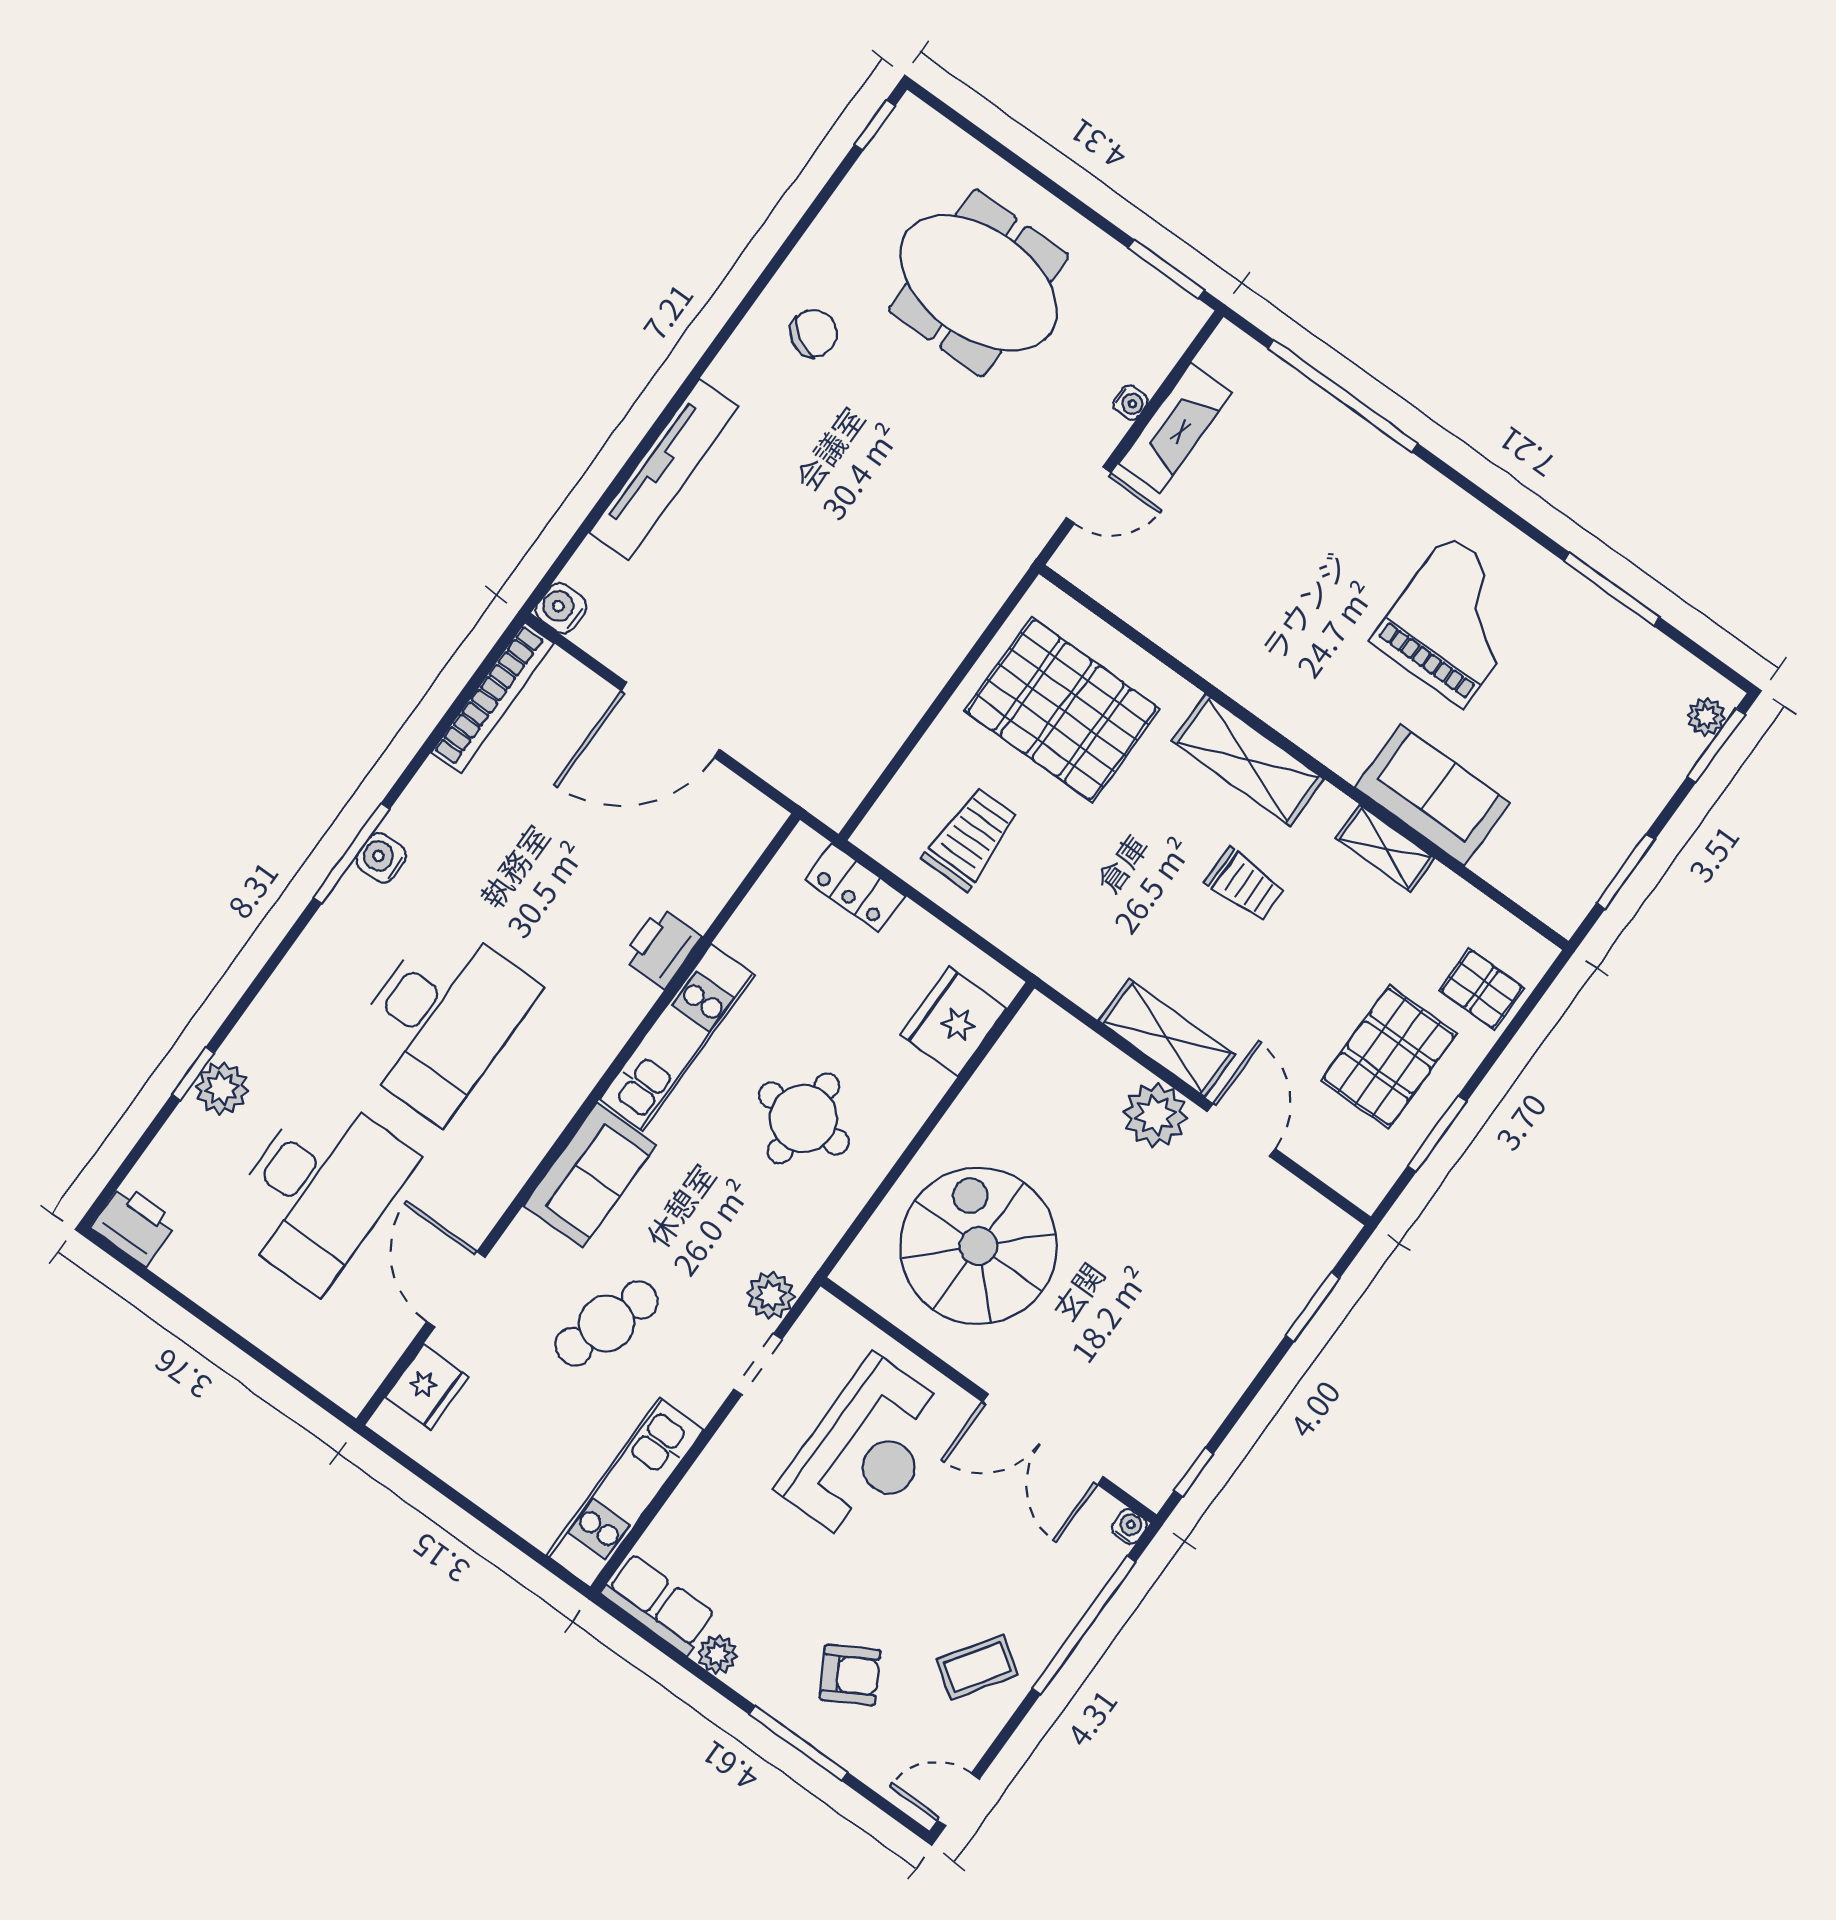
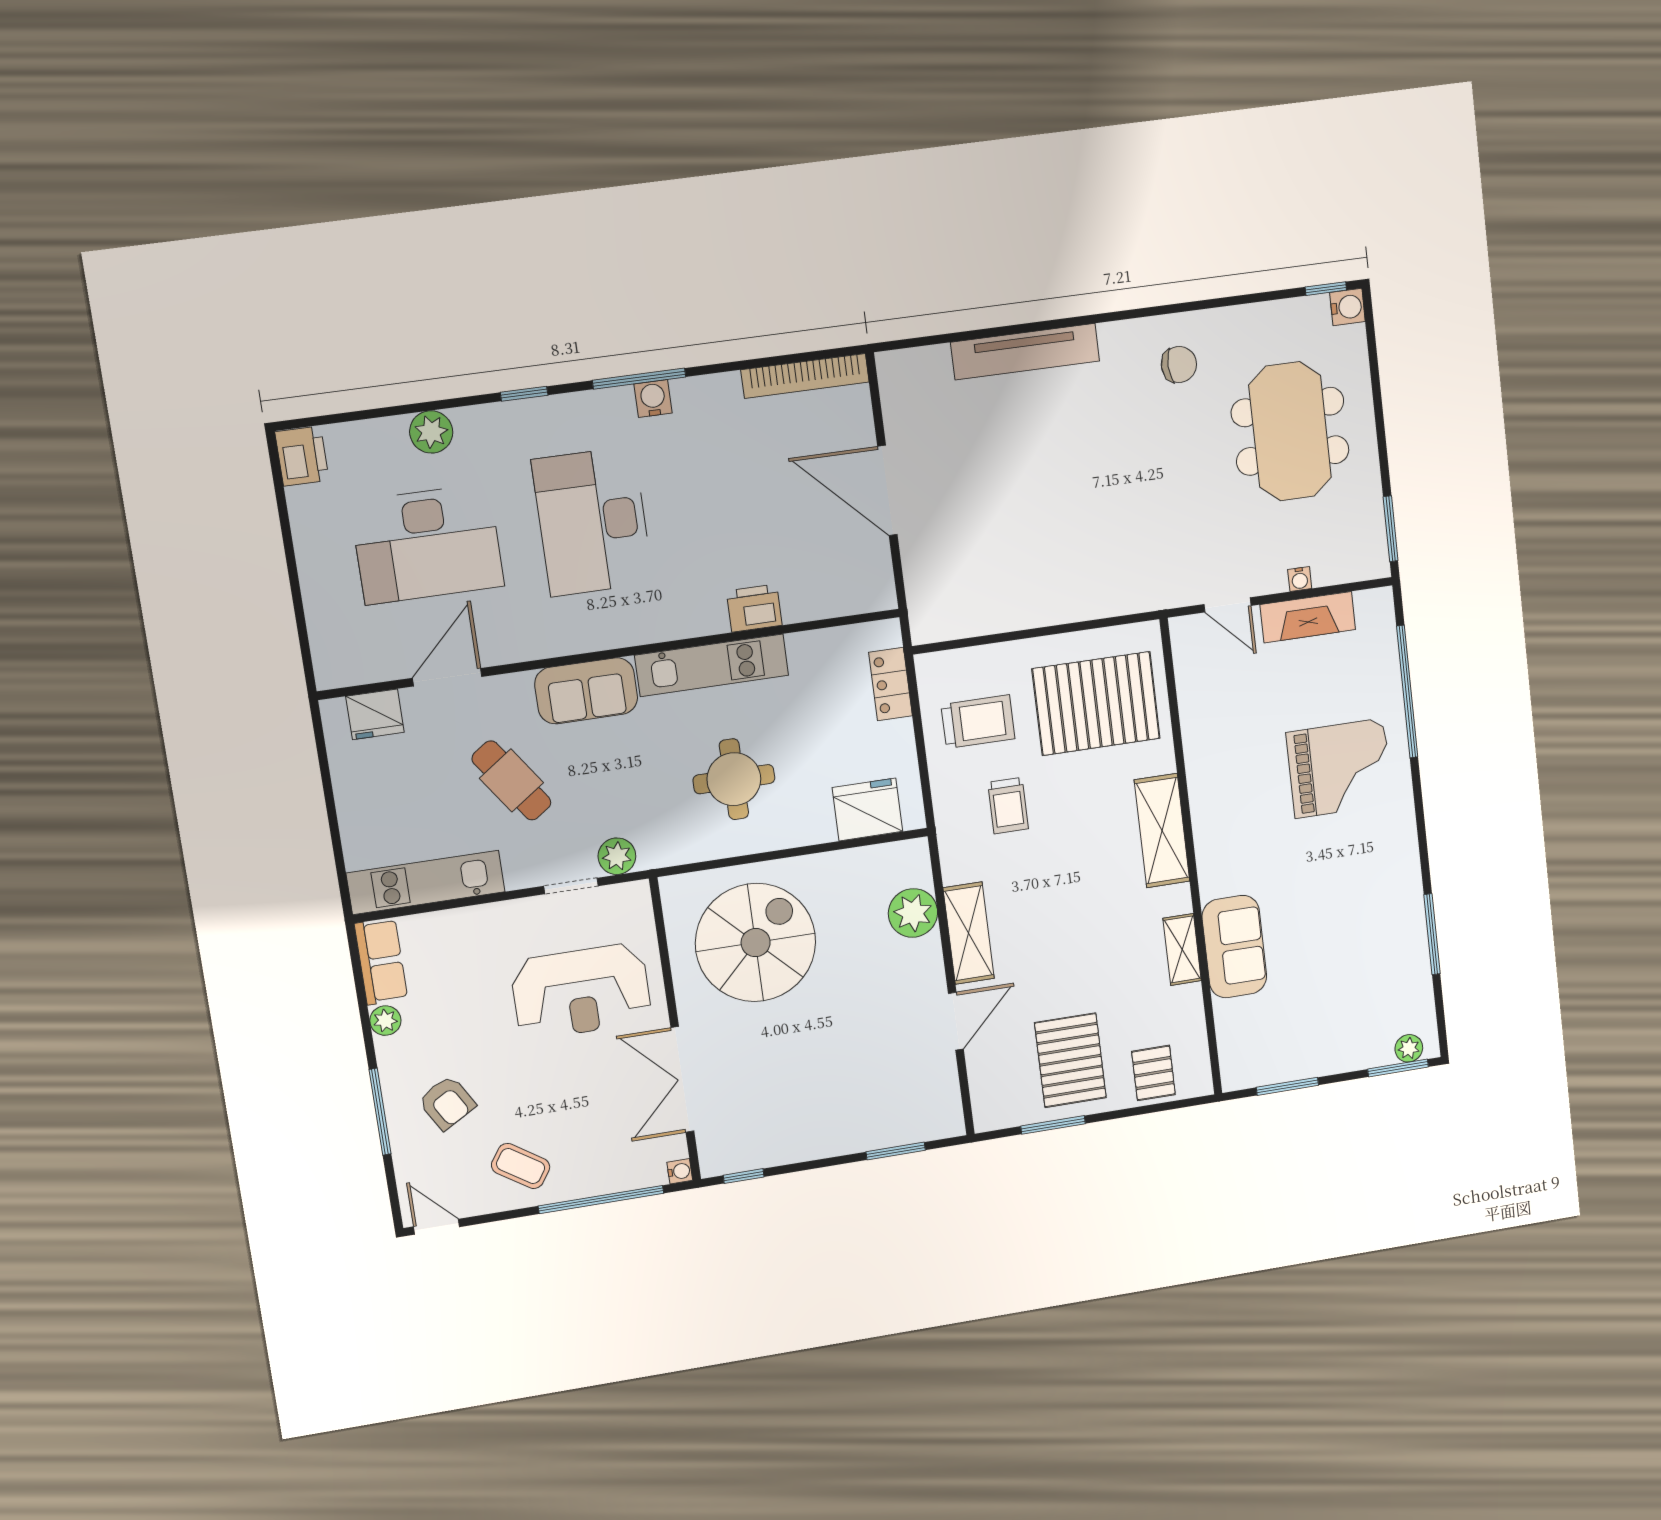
chair: (814, 333) -> (1179, 364), turned -34
water cooler: (561, 608) -> (1348, 307), moved, turned 90
grand piano: (1455, 621) -> (1339, 768), moved
pallet: (1062, 710) -> (1096, 704), turned 90
trolley: (1245, 885) -> (1008, 806), moved
desk: (440, 1020) -> (592, 522), turned 90
pallet: (1389, 1057) -> (1070, 1060), turned 90
window: (193, 1074) -> (524, 394), moved
plant: (1155, 1115) -> (913, 913), moved
cafe table: (607, 1323) -> (511, 780), turned 36

